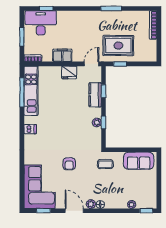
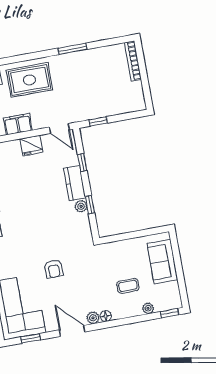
rug: (118, 46) -> (29, 80), moved
door: (92, 64) -> (59, 129), swing flipped
kitchen counter: (95, 95) -> (74, 183), moved
sofa: (139, 161) -> (162, 262), moved, turned 90
coffee table: (105, 164) -> (128, 286), moved

